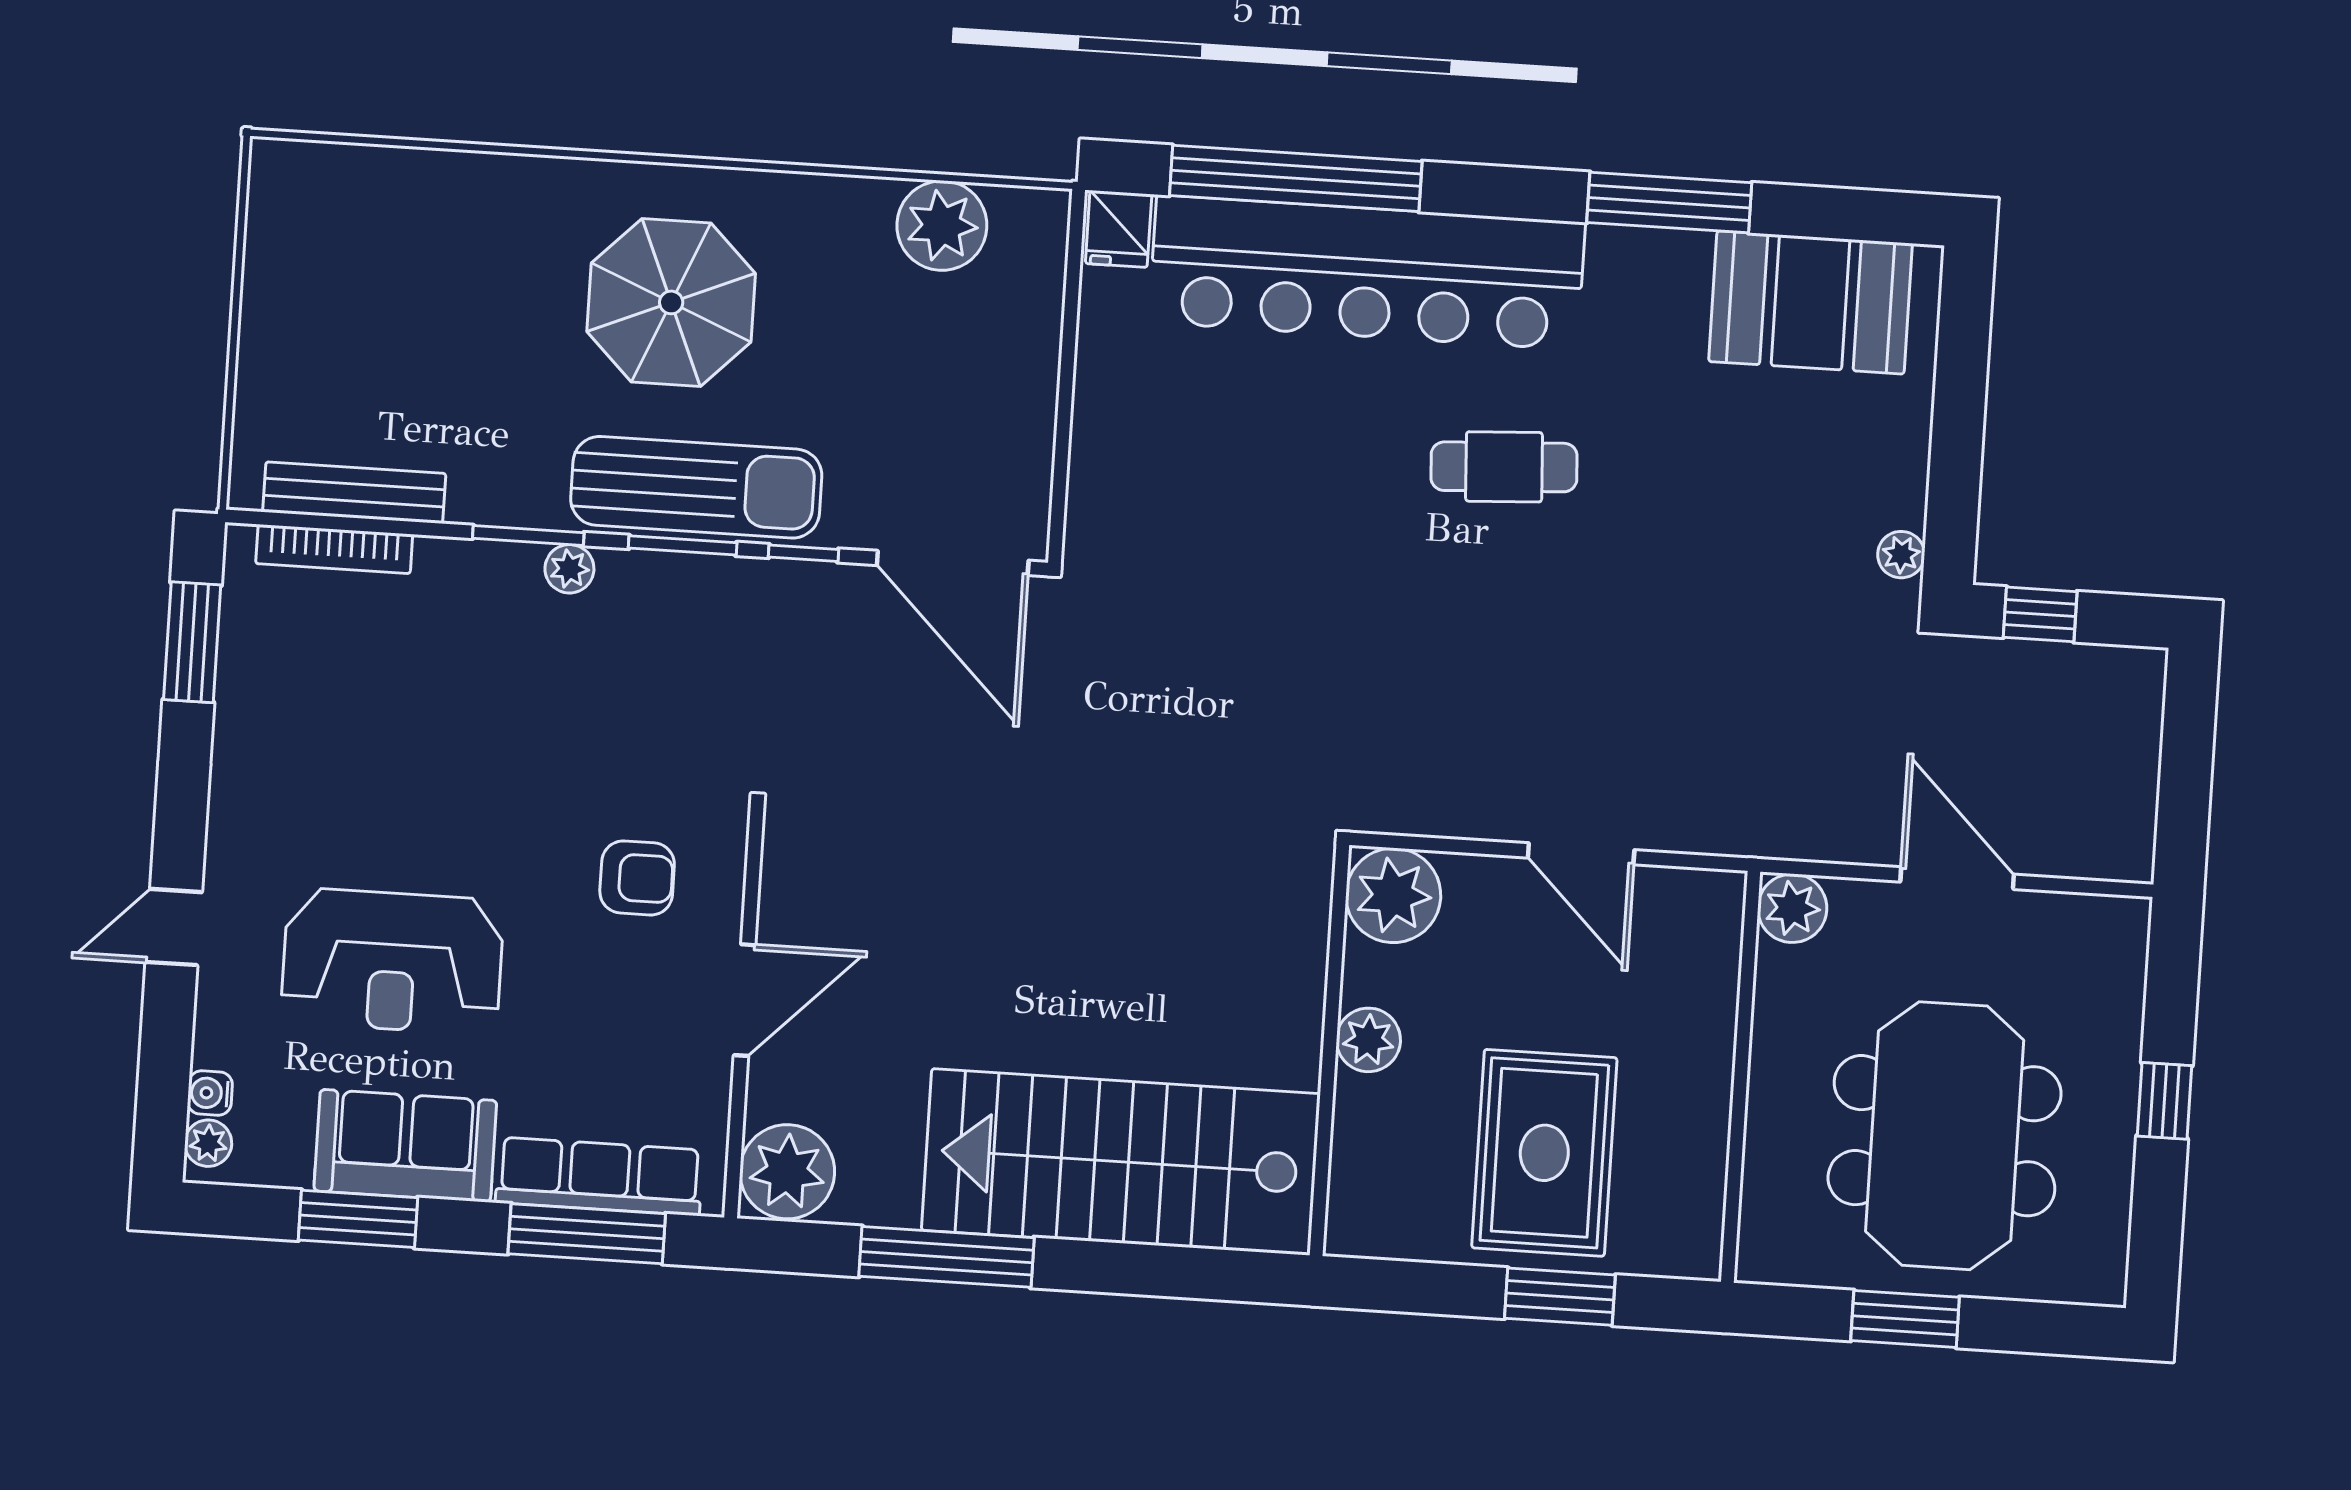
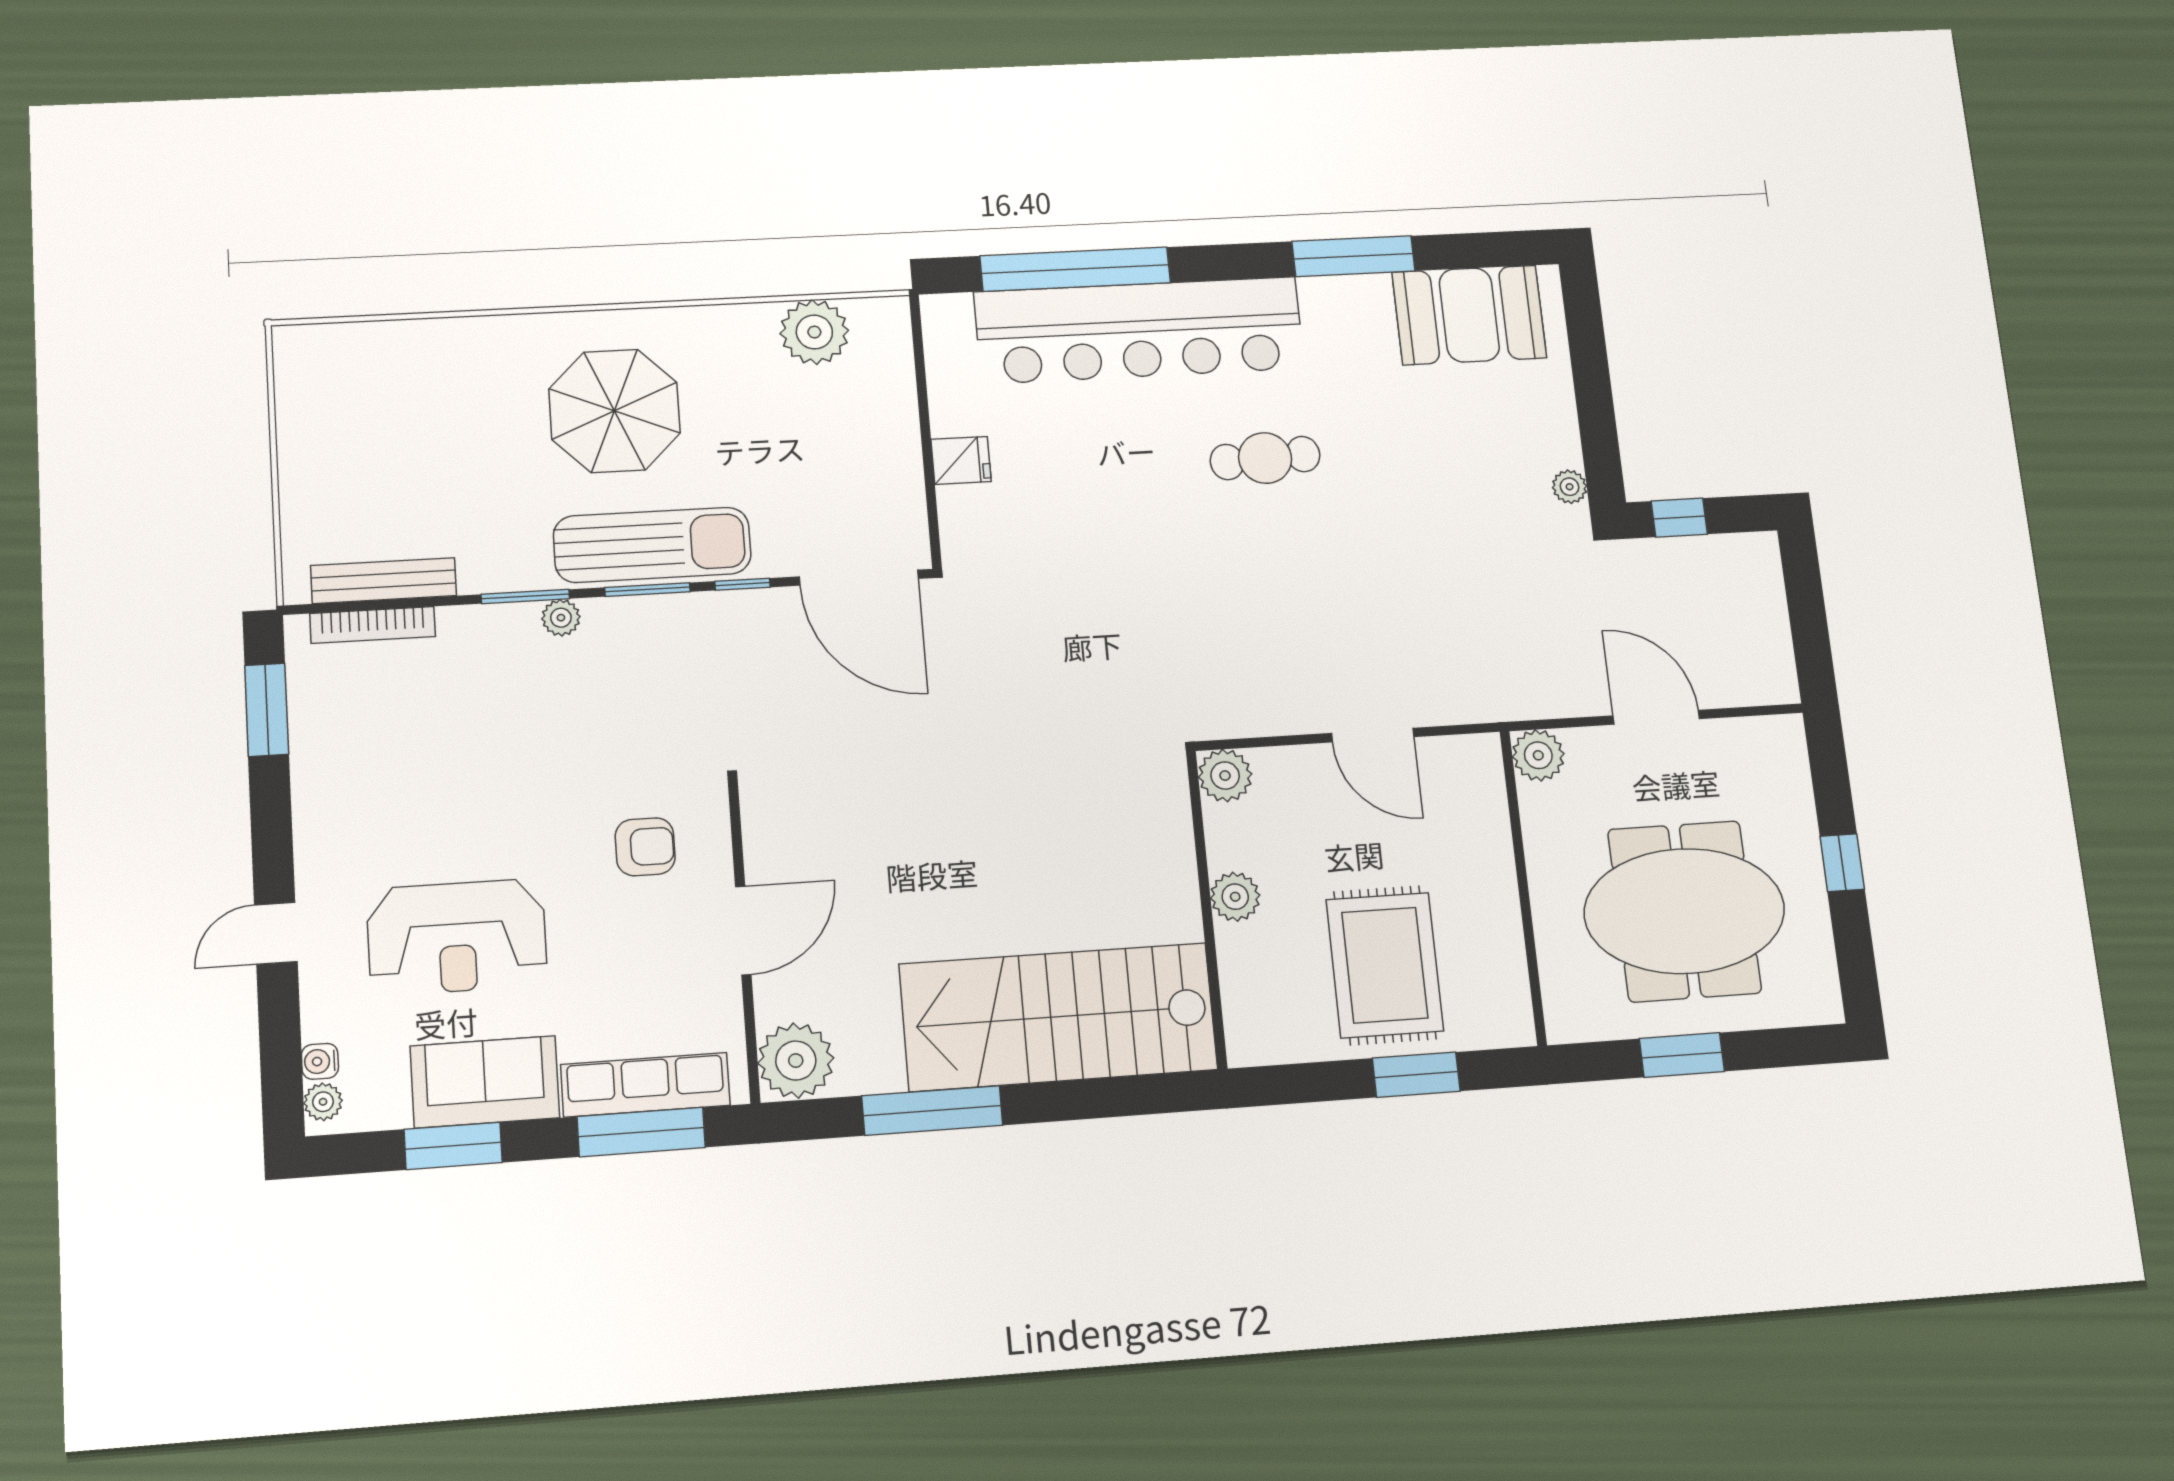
fridge: (1119, 229) -> (961, 460), moved, turned -90
plant: (1393, 895) -> (1225, 776), width x0.73, depth x0.73
meeting table: (1945, 1136) -> (1684, 911), turned 90

